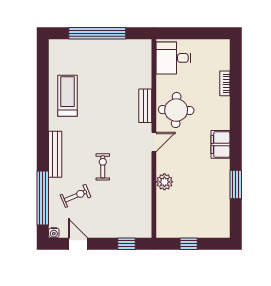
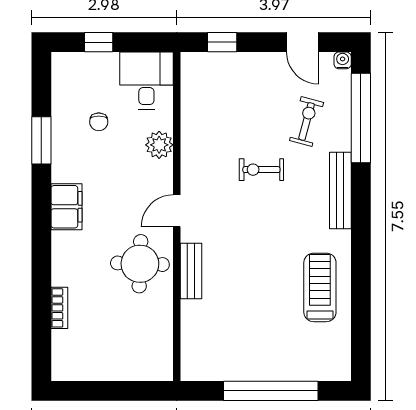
desk: (173, 58) -> (146, 81), moved, turned -90
treadmill: (67, 96) -> (320, 287), turned 180
exercise bike: (103, 167) -> (261, 170), turned 90
exercise bike: (76, 196) -> (307, 121), turned 128
chair: (201, 196) -> (99, 122), added
window: (189, 244) -> (99, 42), moved

